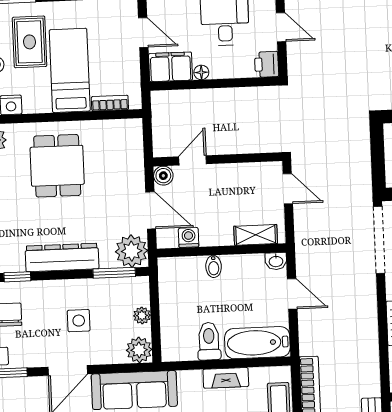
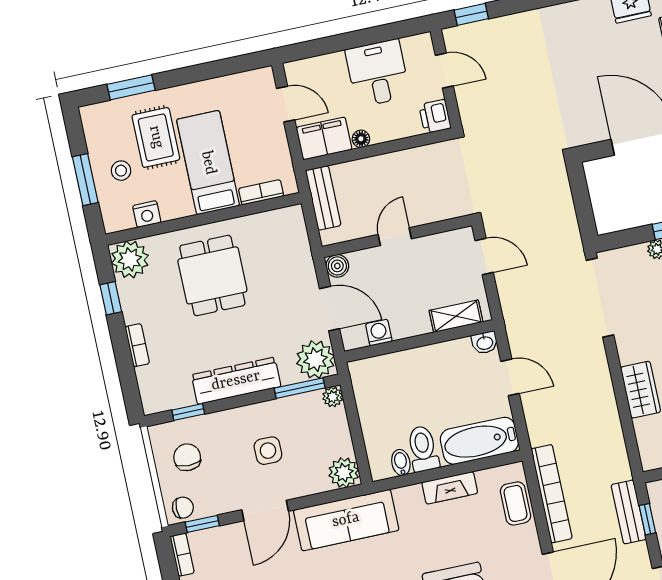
bench: (161, 117) -> (323, 198), added
door: (193, 160) -> (395, 237), moved
bidet: (214, 266) -> (401, 463), moved, turned 180
plant: (142, 315) -> (333, 397), moved

